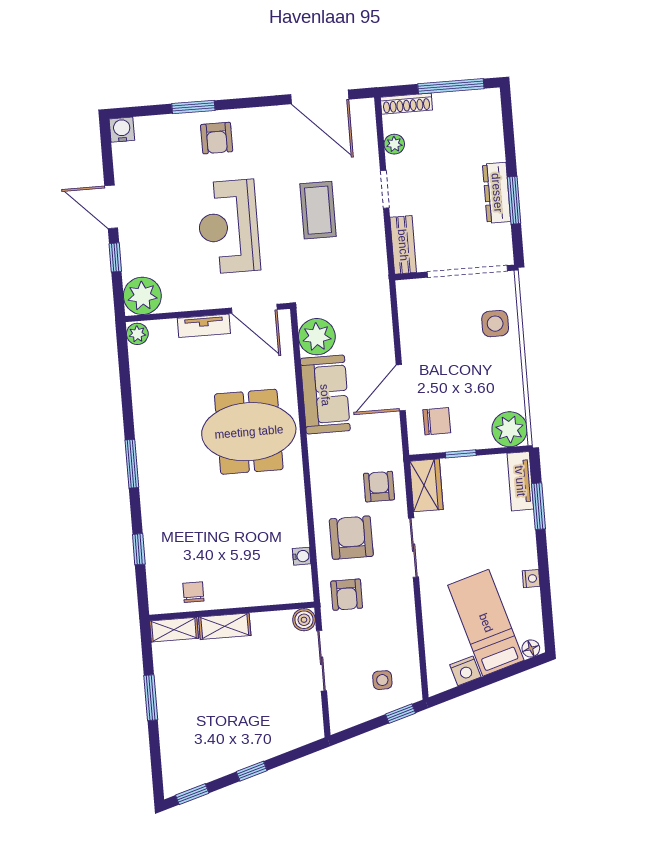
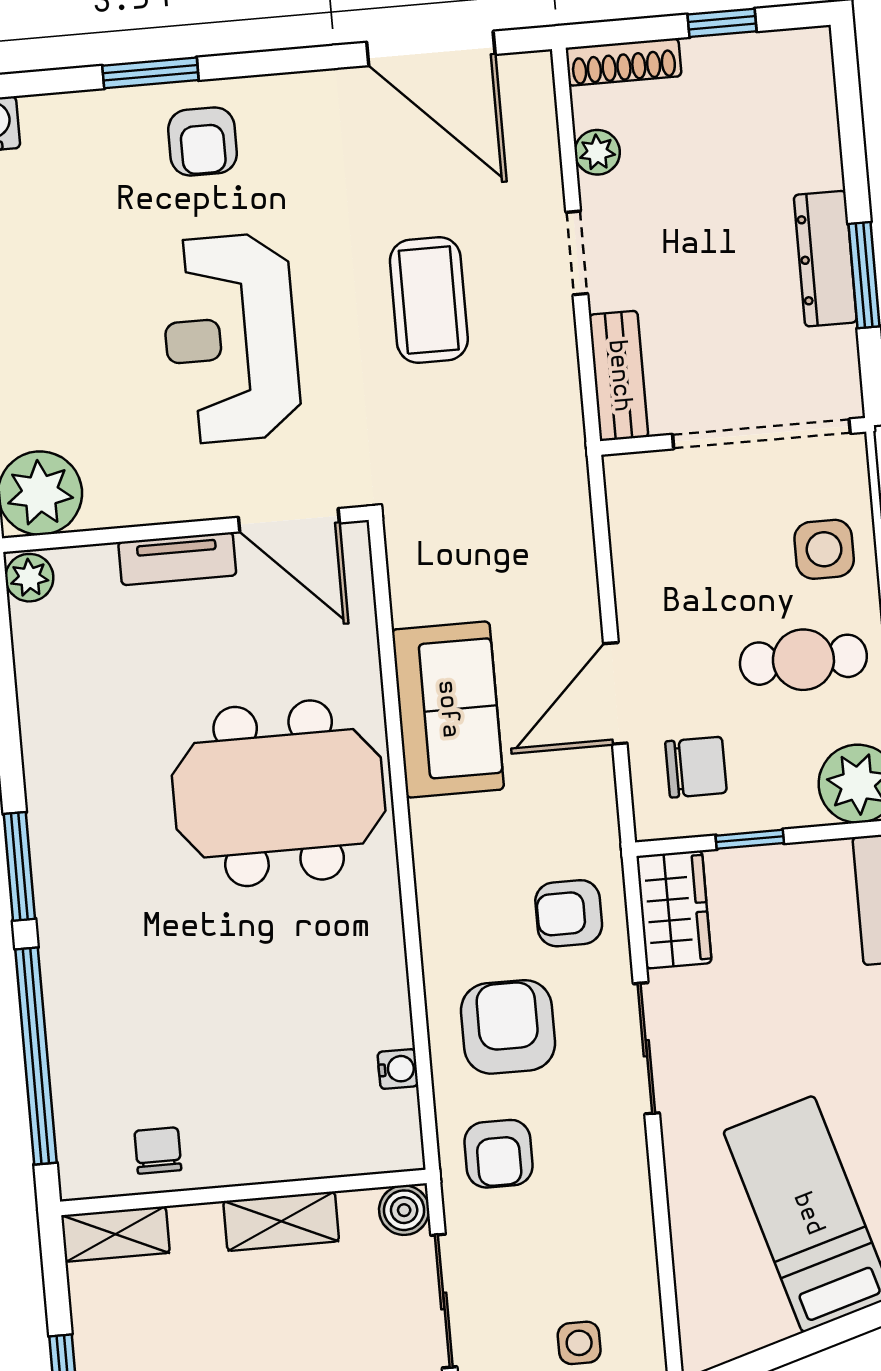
window: (451, 86) -> (722, 23), width x0.46
plant: (317, 337) -> (428, 581), removed
cafe table: (485, 373) -> (803, 660), added
armchair: (379, 487) -> (569, 913), turned -90
window: (139, 549) -> (36, 1056), width x3.17
shelving: (225, 626) -> (281, 1221), moved
nightstand: (465, 671) -> (763, 1321), removed

